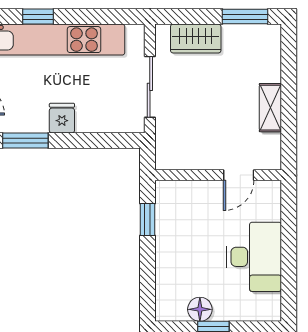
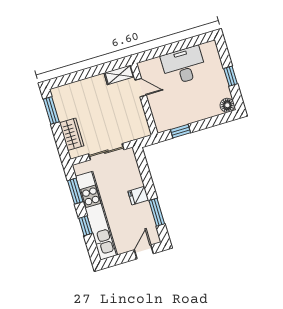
window: (100, 17) -> (75, 191), added
shelving: (270, 108) -> (119, 75), moved
floor lamp: (200, 309) -> (227, 105), moved

